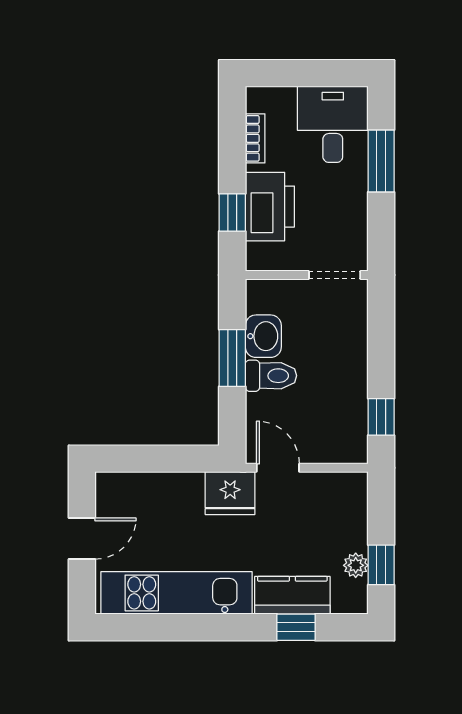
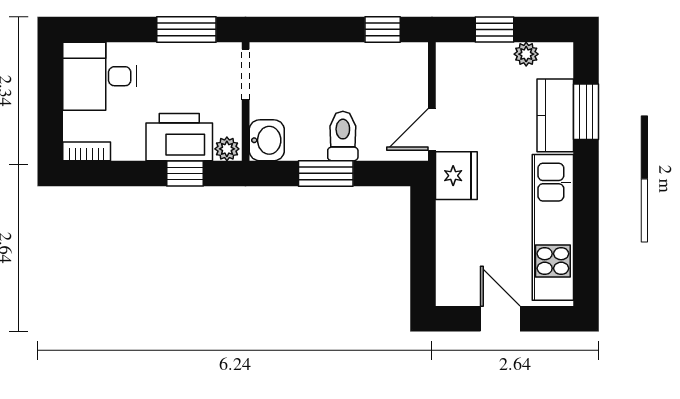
bookcase: (255, 138) -> (87, 151), moved
window: (381, 161) -> (186, 29), moved
plant: (258, 256) -> (227, 149), added
washbasin: (263, 336) -> (267, 140), moved, turned 90
window: (381, 565) -> (495, 29), moved
window: (296, 627) -> (586, 112), width x1.50

